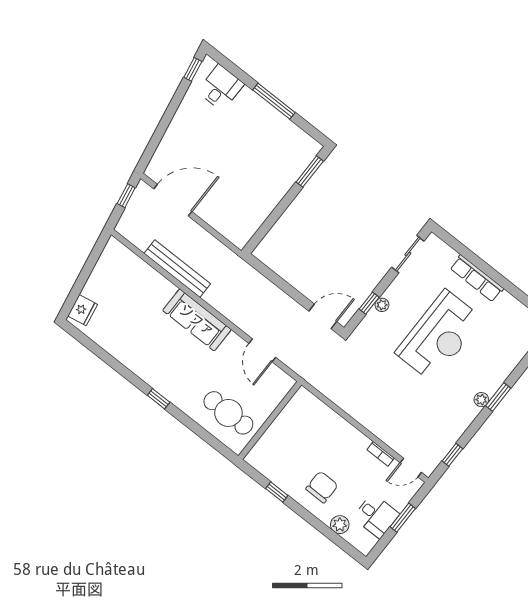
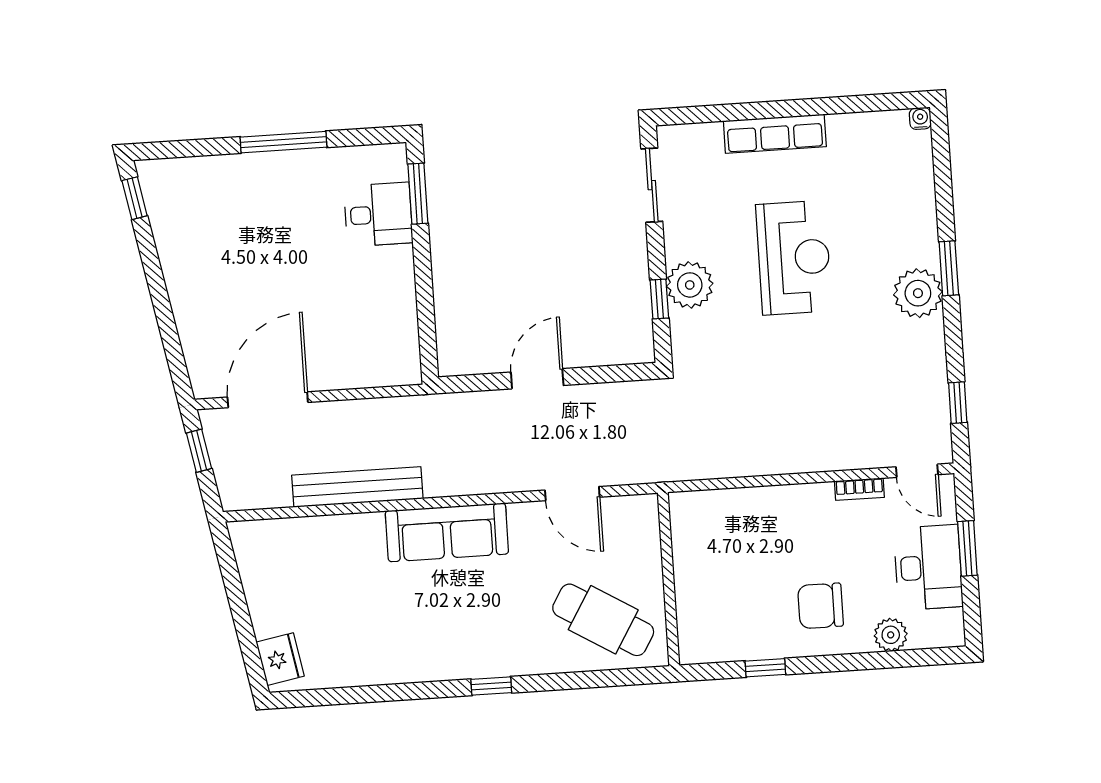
desk: (221, 88) -> (378, 214), moved, turned 90
plant: (382, 305) -> (690, 285), width x1.88, depth x1.88
door: (323, 316) -> (537, 379), moved
reception desk: (439, 336) -> (794, 258), width x0.74, depth x0.77
plant: (481, 400) -> (918, 293), width x1.87, depth x1.87
cafe table: (228, 413) -> (603, 620), turned 31
door: (411, 468) -> (917, 471), hinge flipped
chair: (322, 487) -> (820, 606), turned -90
desk: (376, 516) -> (928, 567), width x1.37

